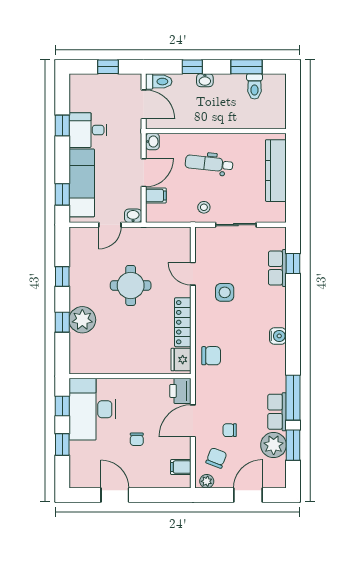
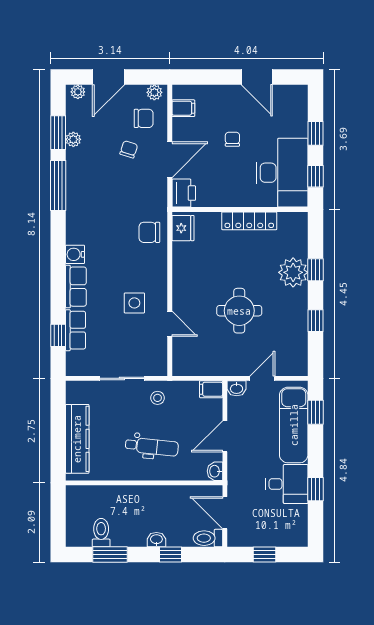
filing cabinet: (156, 196) -> (211, 389), moved
locker: (183, 322) -> (249, 221), moved, turned 90
row of seats: (277, 412) -> (76, 287), moved
chair: (230, 430) -> (129, 149), turned -72
plant: (274, 445) -> (73, 139), width x0.53, depth x0.53
chair: (216, 458) -> (144, 118), turned -111
plant: (275, 482) -> (78, 92), added

